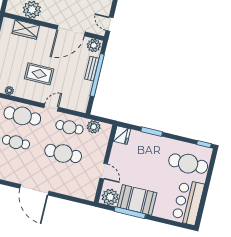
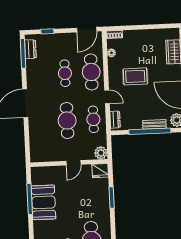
rug: (39, 74) -> (135, 76), turned 90
dresser: (76, 106) -> (115, 120), added
plant: (94, 127) -> (101, 153), moved
door: (104, 171) -> (73, 163), moved
plant: (110, 197) -> (39, 176), removed

